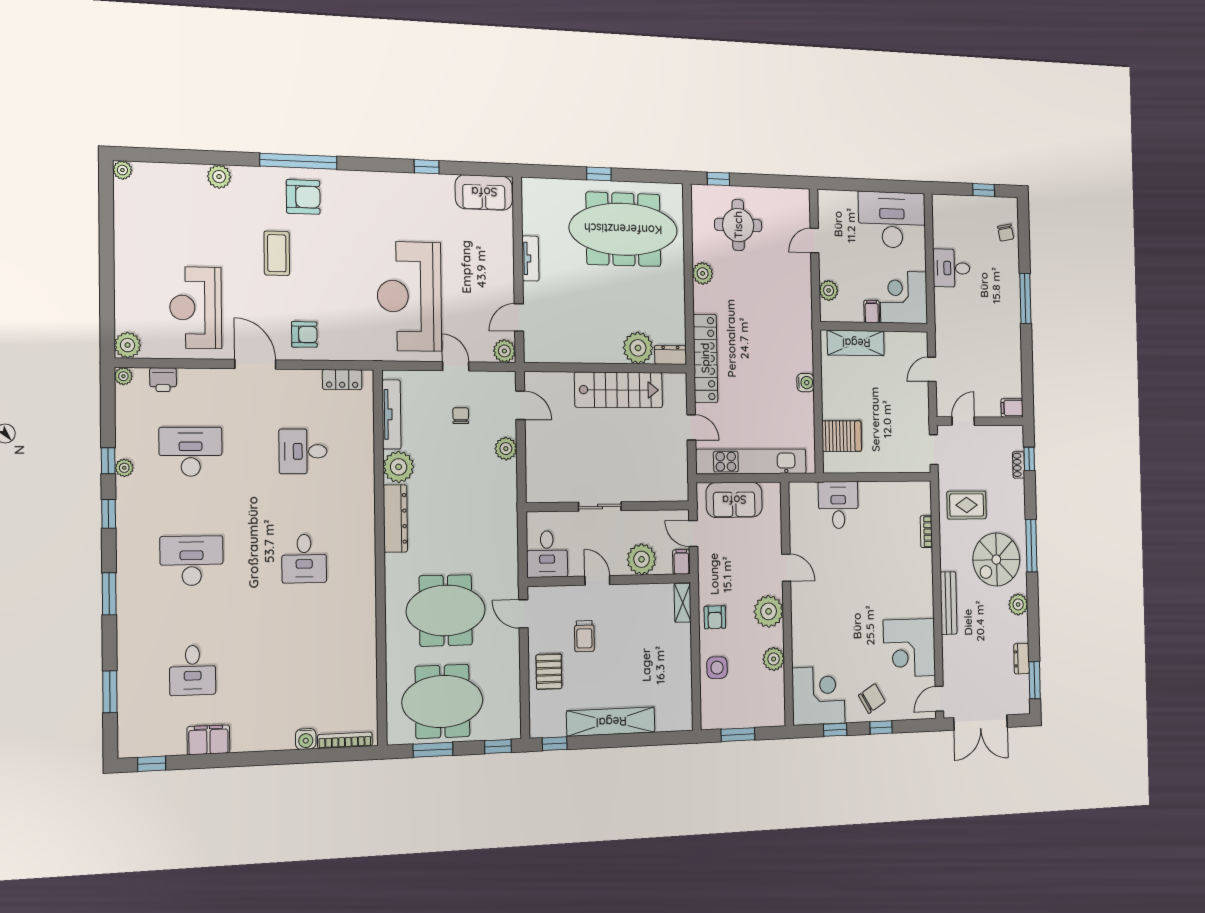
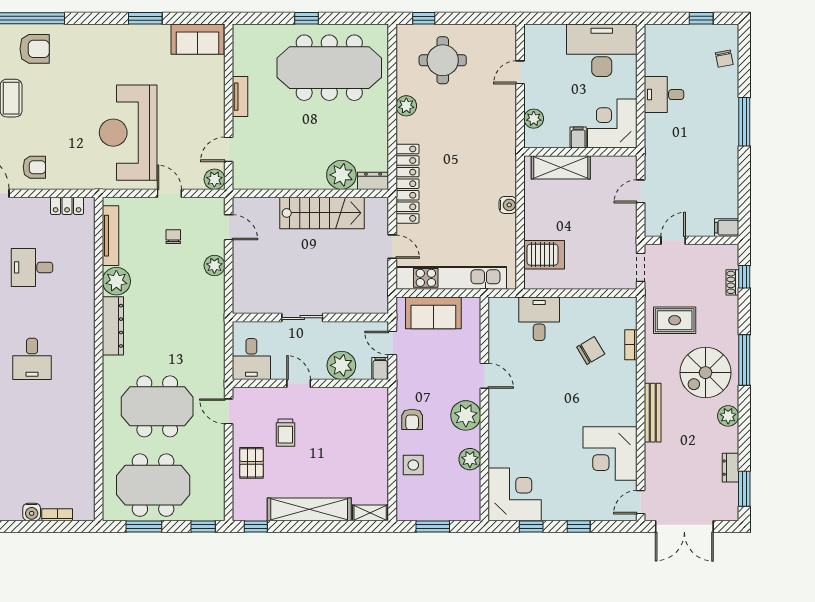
window: (427, 167) -> (145, 18), width x1.50
shelving: (683, 603) -> (370, 513), moved, turned 90
chair: (872, 698) -> (591, 350), moved
bookcase: (345, 740) -> (57, 515), width x0.64

